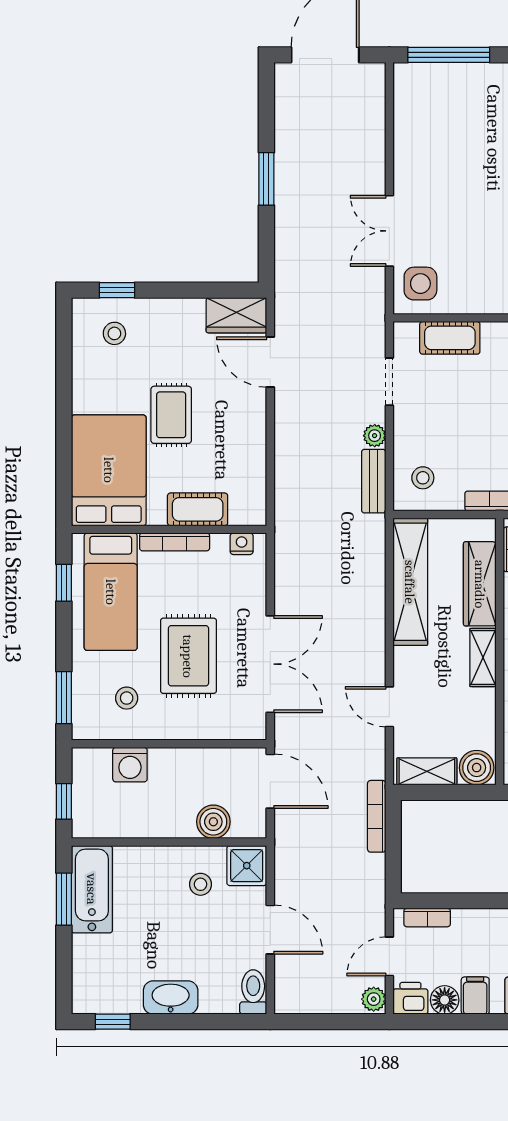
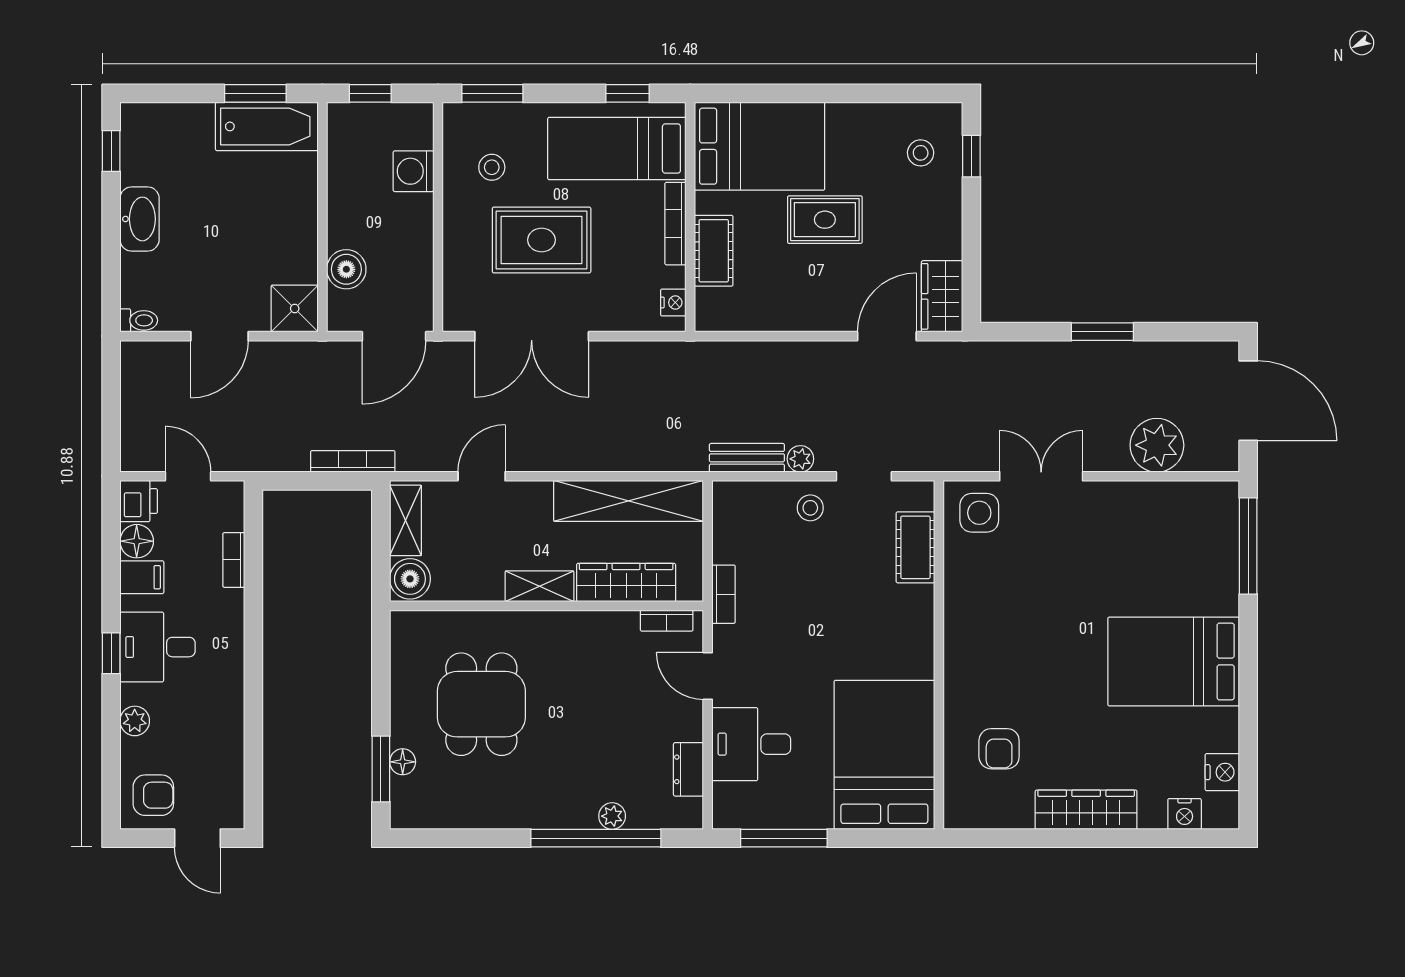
stool: (423, 478) -> (810, 508), moved
stool: (201, 884) -> (273, 254), removed
bookcase: (427, 917) -> (234, 560), moved
toilet: (253, 992) -> (139, 320), width x0.73, depth x0.72
plant: (374, 999) -> (1157, 445), moved, width x1.88, depth x1.88

